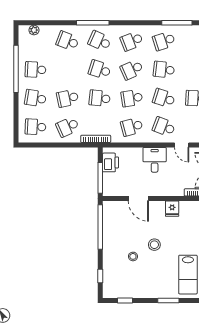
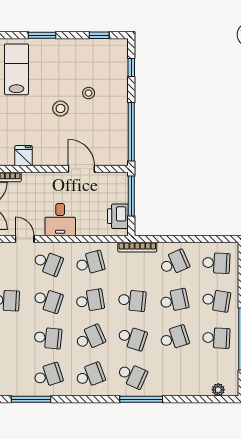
school desk: (68, 41) -> (174, 338), moved, turned -39
fridge: (172, 209) -> (24, 156), moved

